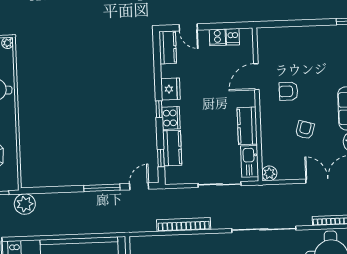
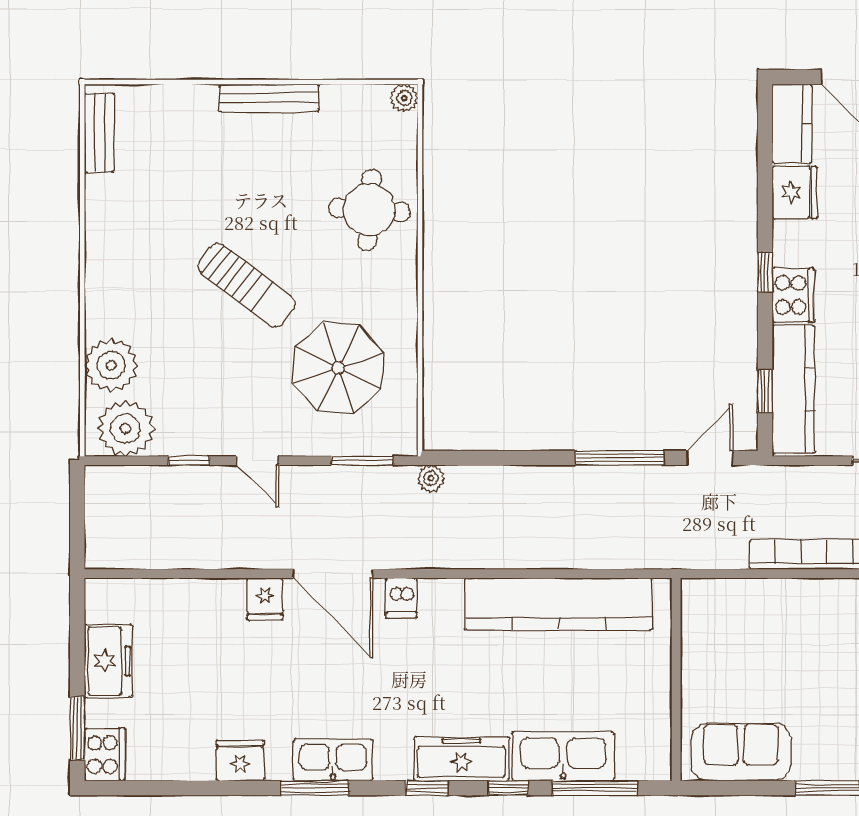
fridge: (170, 89) -> (795, 192), moved
kitchen counter: (172, 148) -> (794, 389), width x1.50
plant: (25, 204) -> (431, 478), width x0.53, depth x0.53

